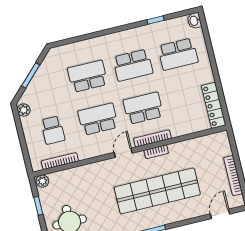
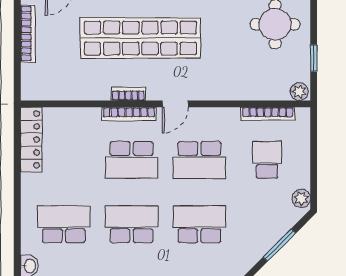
school desk: (88, 76) -> (199, 224), turned 180

